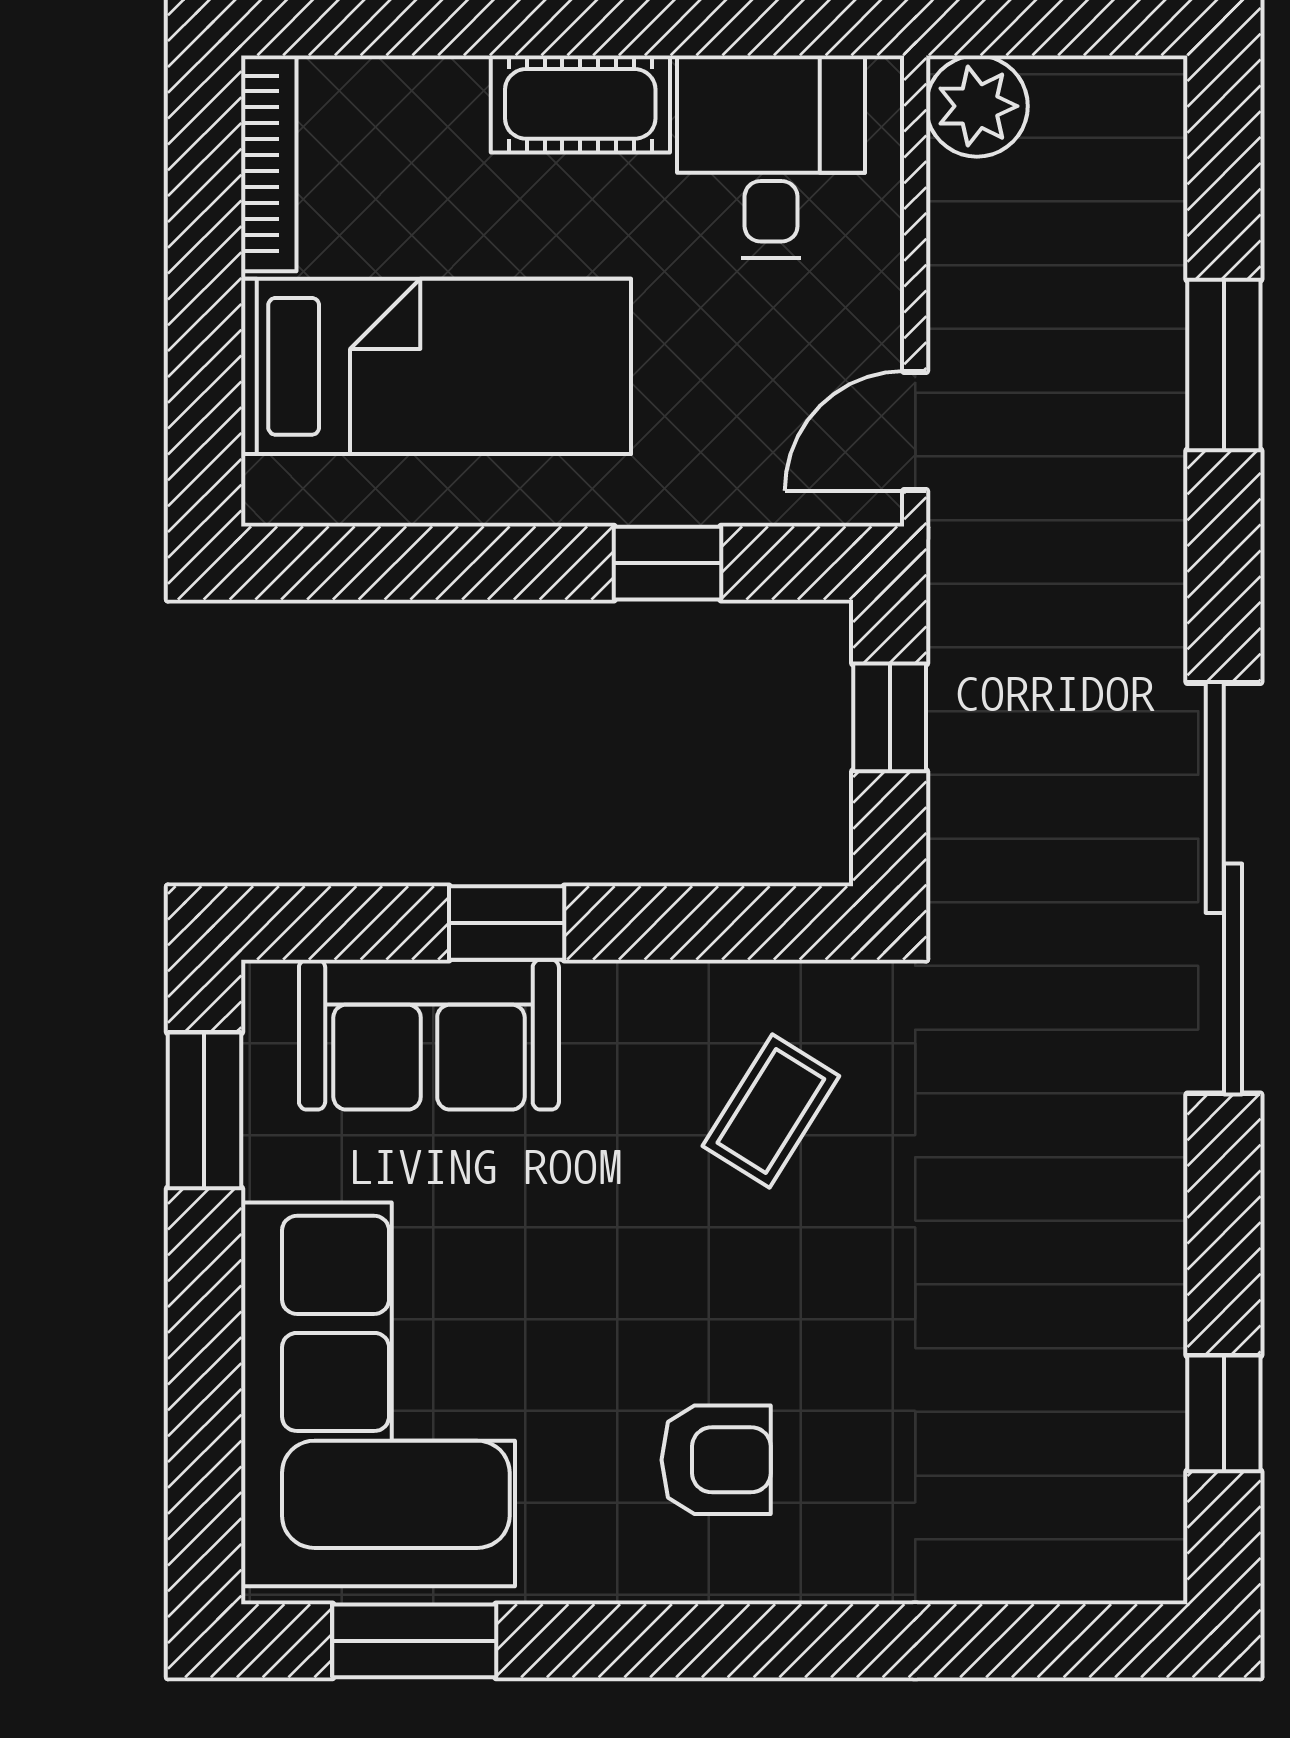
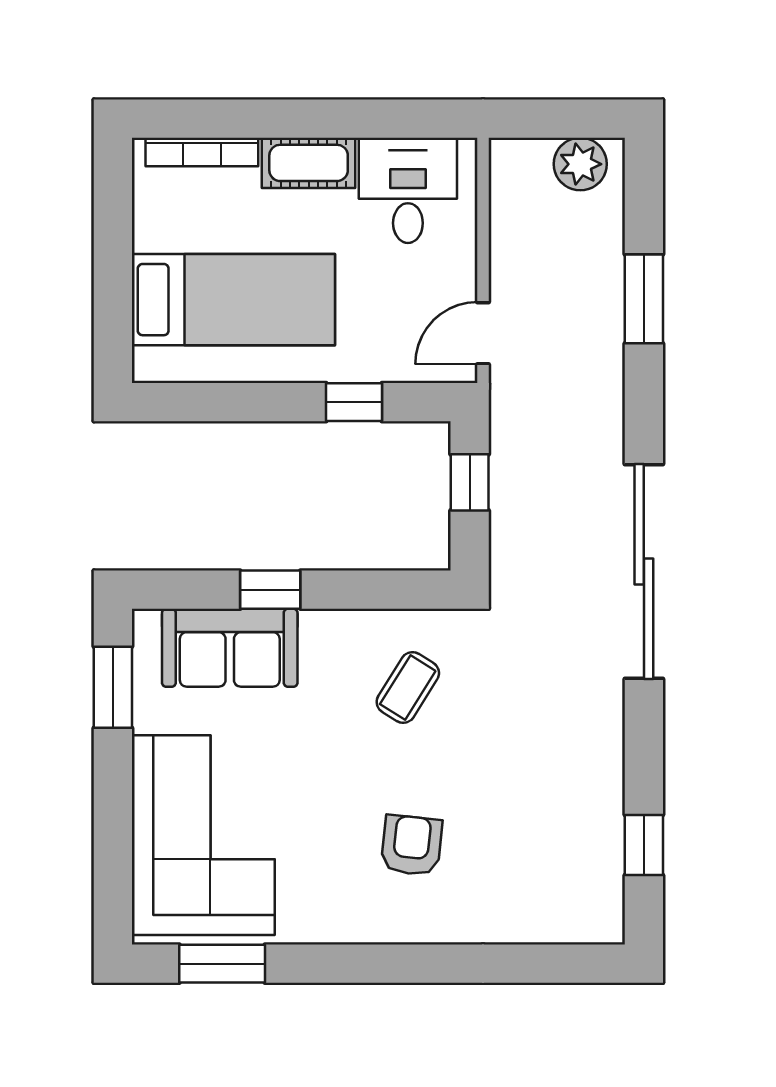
plant: (977, 106) -> (580, 164), moved
bookcase: (269, 163) -> (202, 152), moved, turned 90
armchair: (716, 1460) -> (412, 845), moved, turned -84

